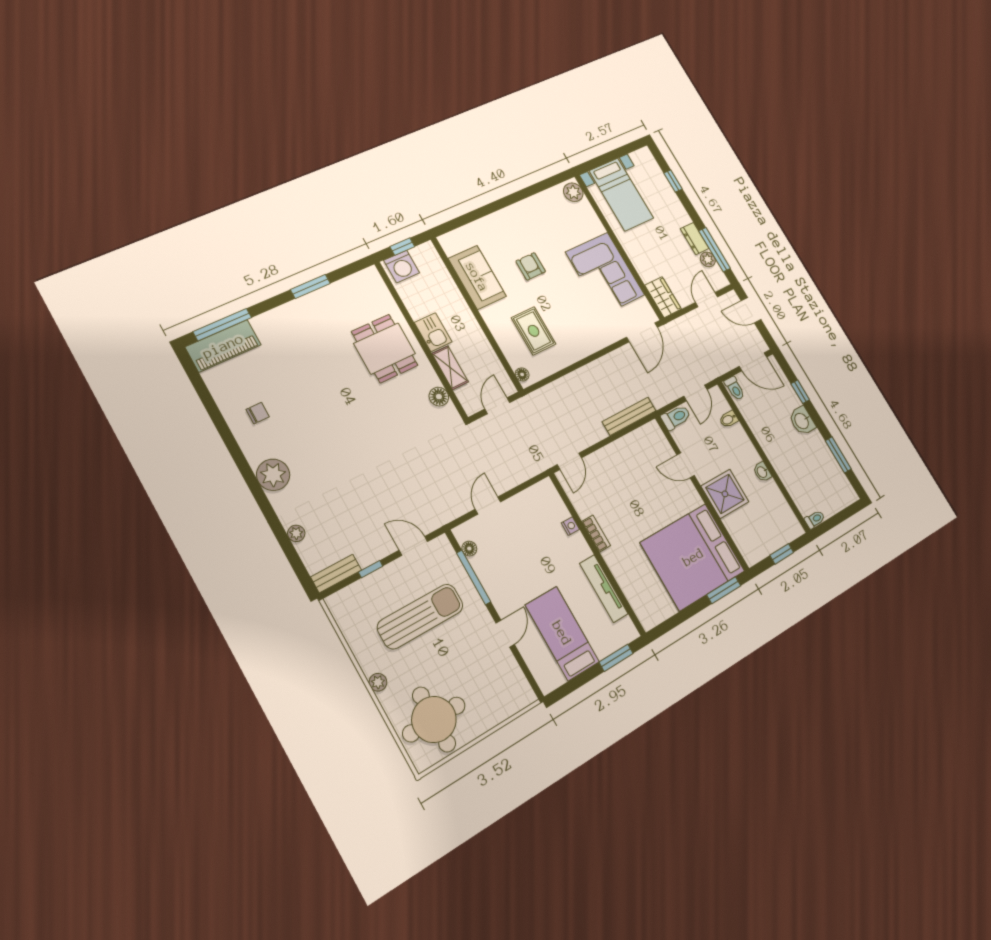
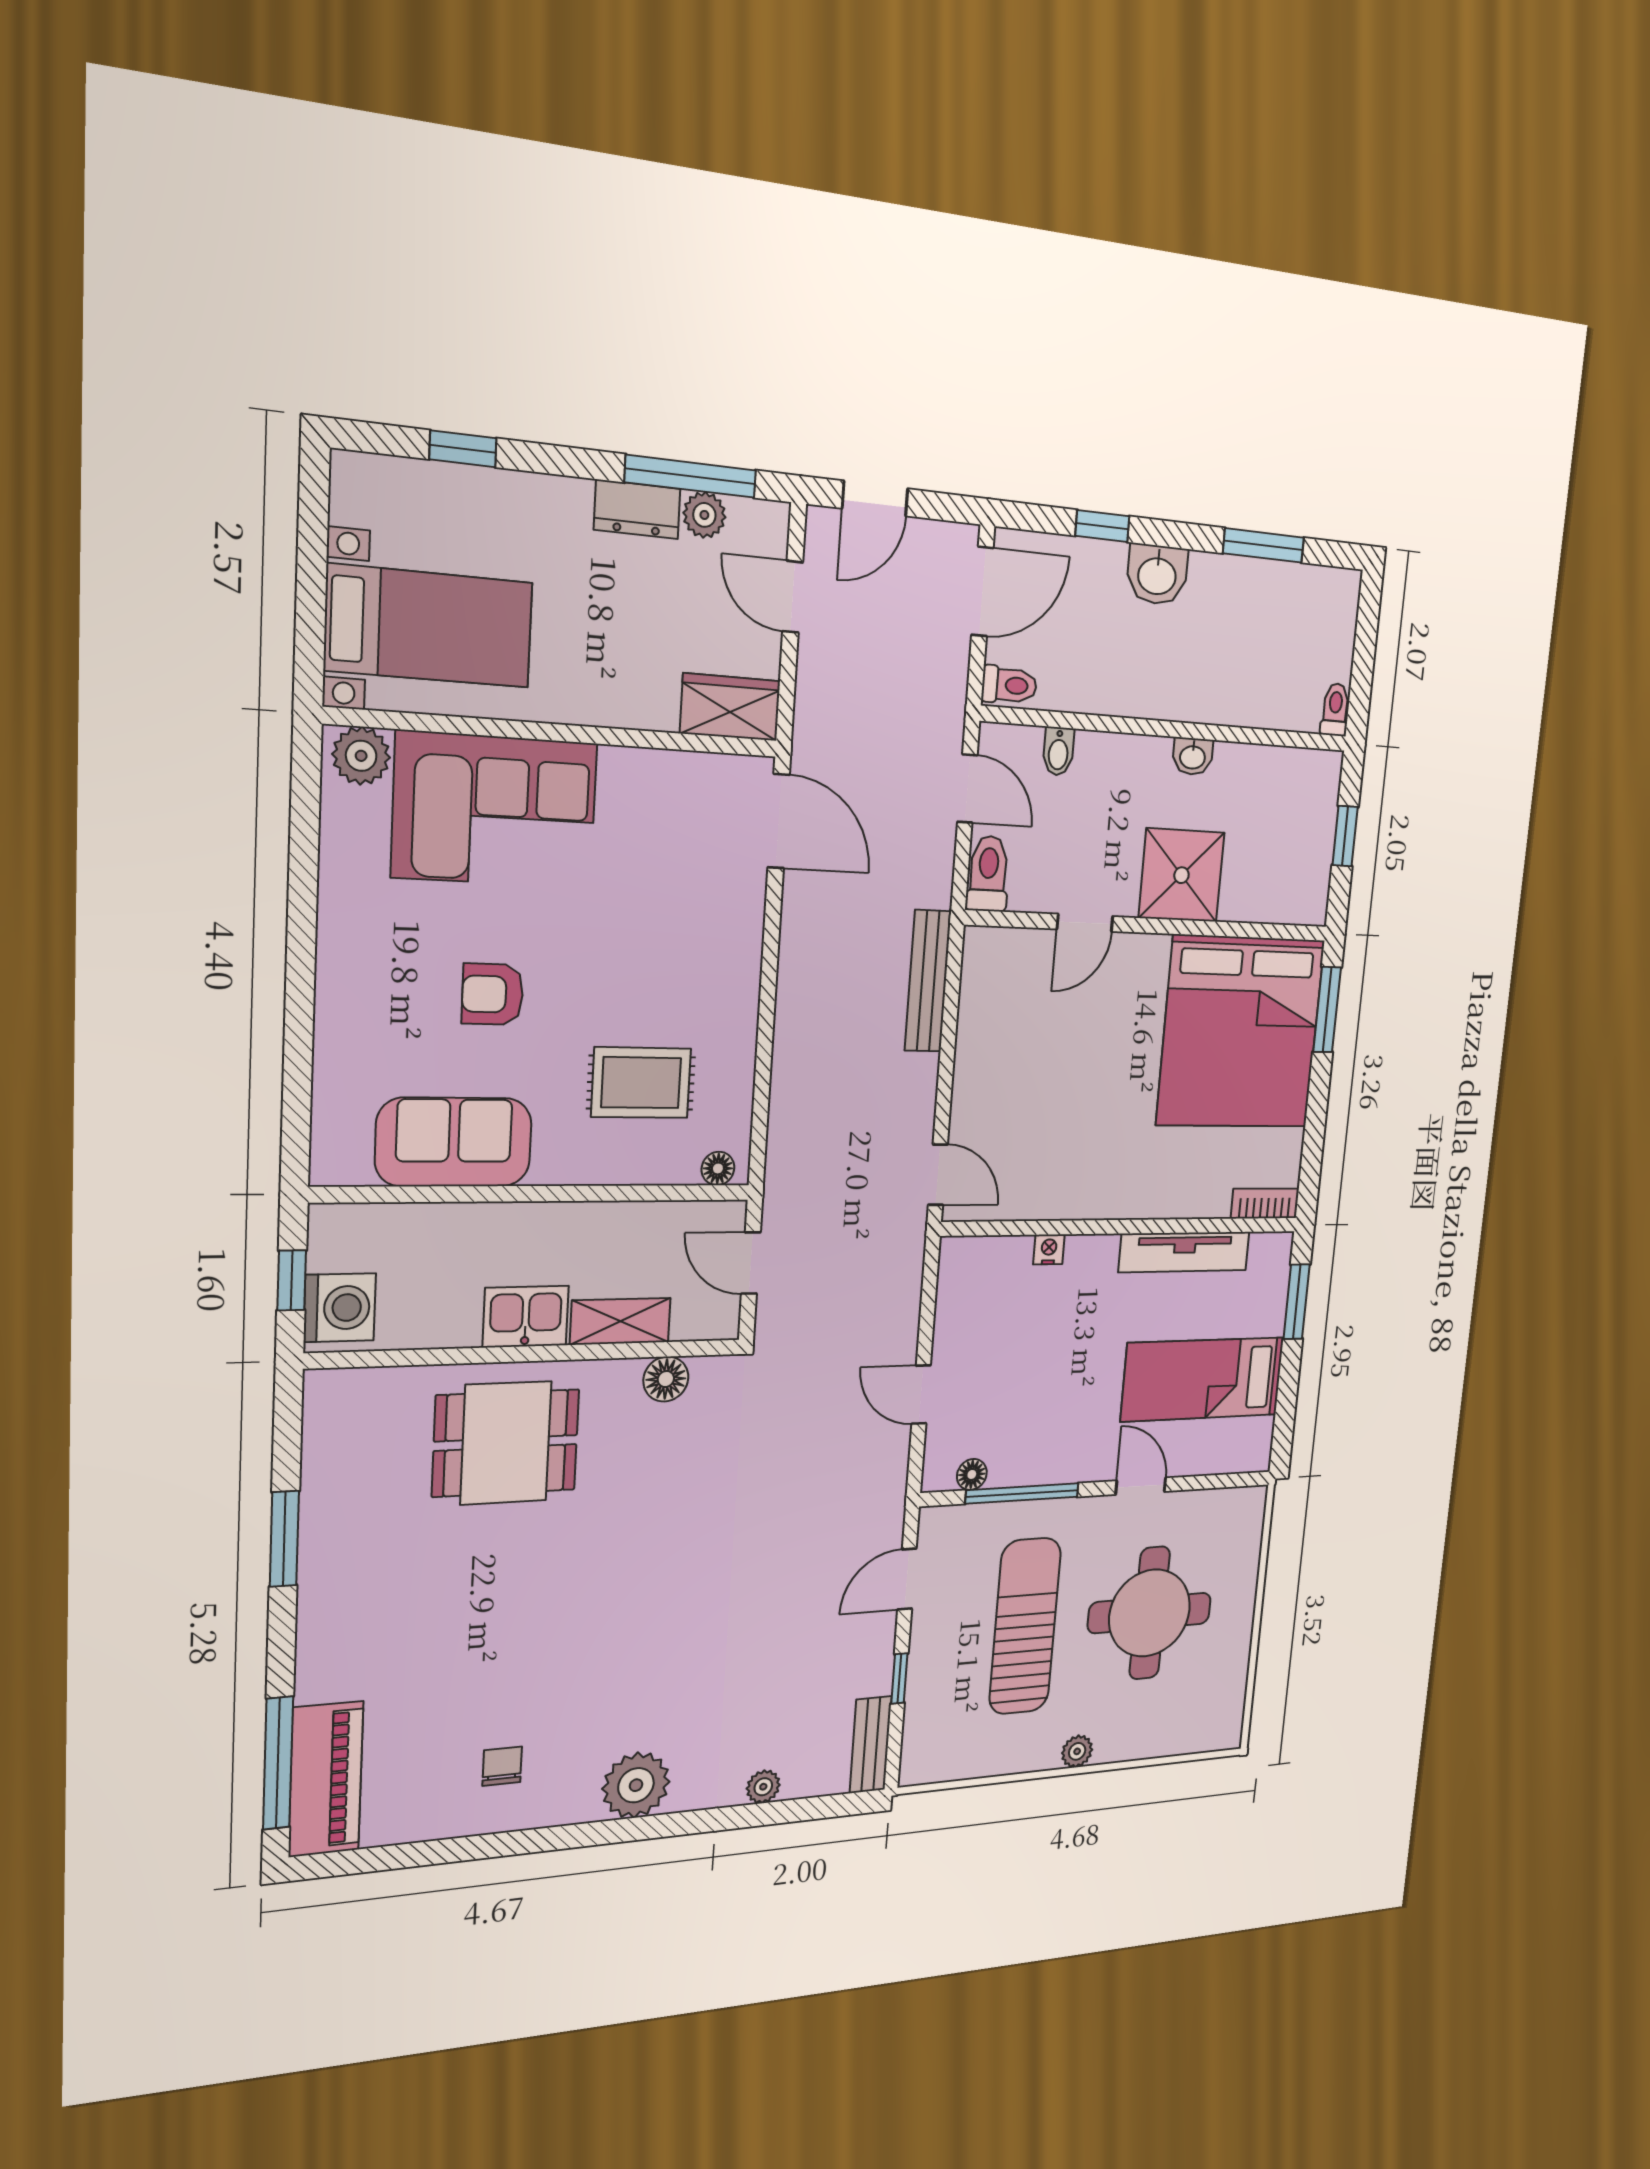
corner sofa: (605, 274) -> (495, 810), moved
bookcase: (596, 534) -> (1265, 1203), moved
round table: (434, 719) -> (1150, 1613), moved

